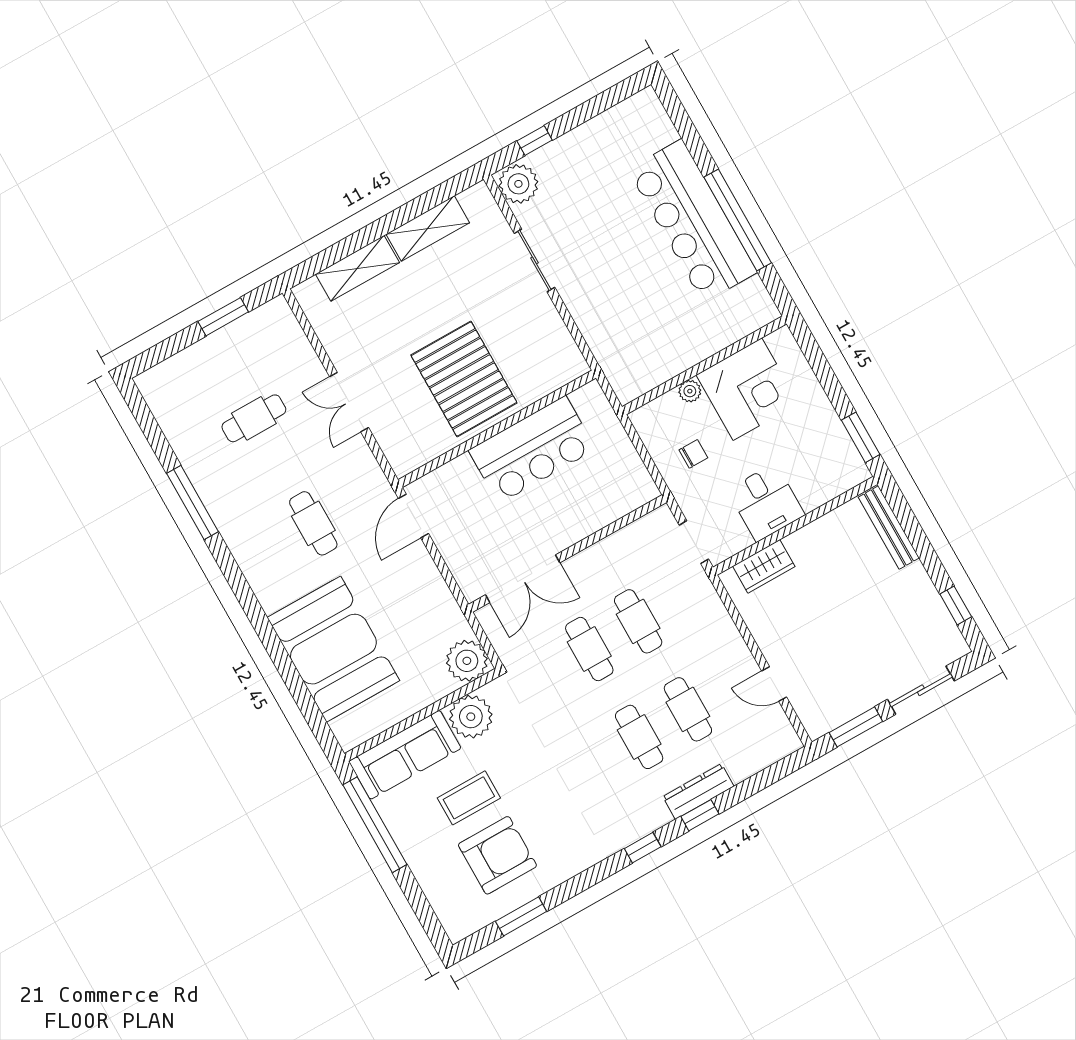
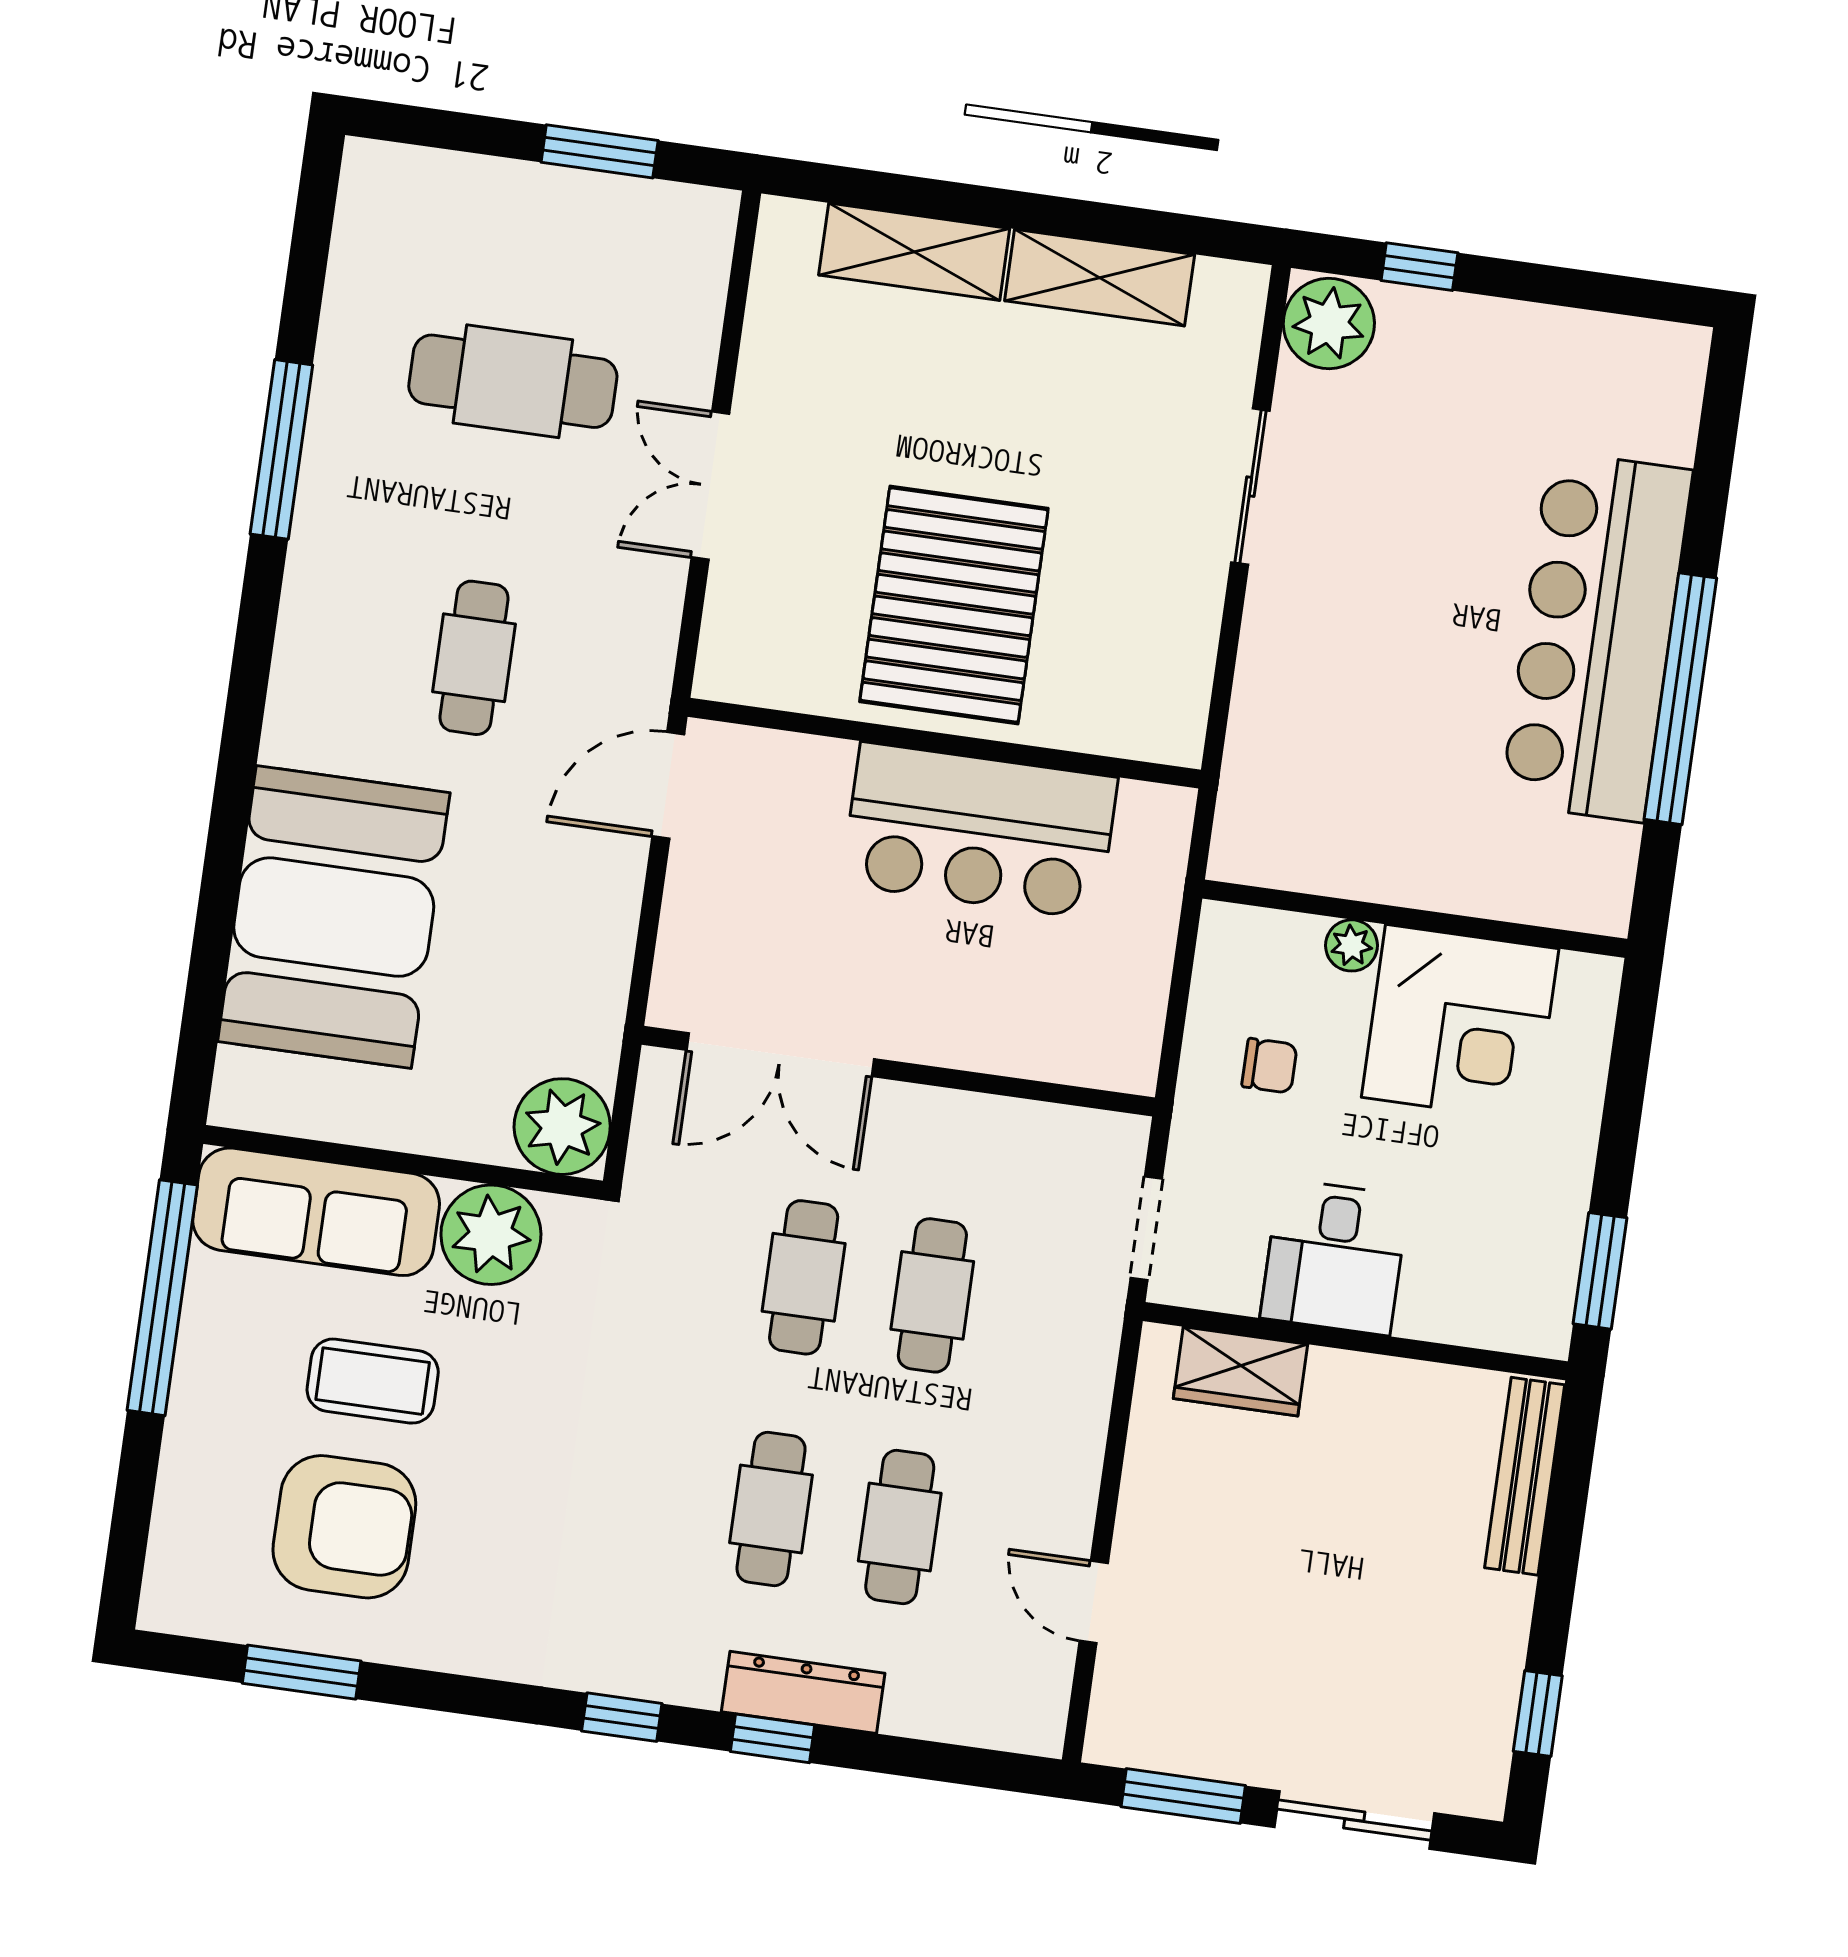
cafe table: (254, 418) -> (513, 381), width x1.37, depth x1.35

